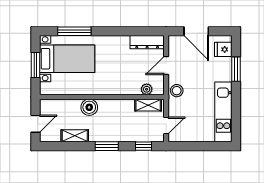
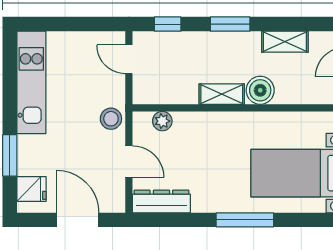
window: (74, 31) -> (245, 220), moved
door: (166, 65) -> (129, 162), hinge flipped
shelving: (148, 105) -> (222, 94), moved
door: (166, 125) -> (129, 59), hinge flipped

